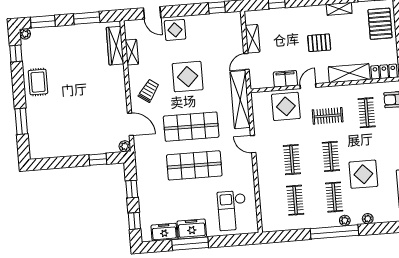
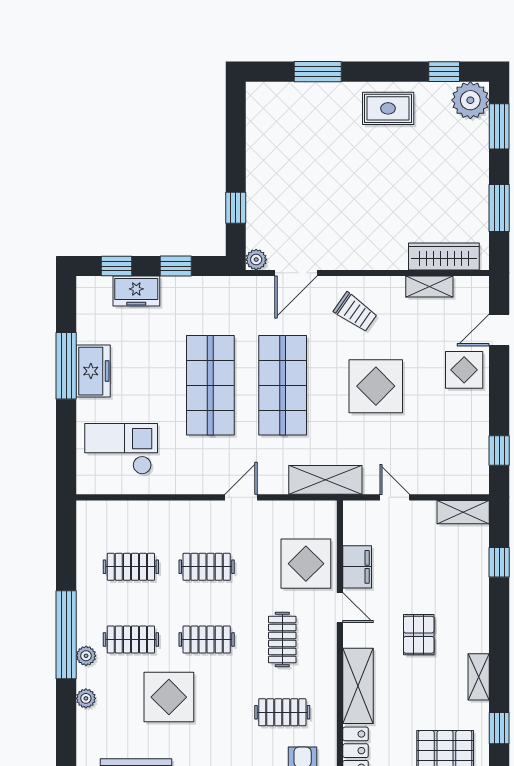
plant: (25, 34) -> (470, 100), width x1.88, depth x1.88
shelving: (253, 39) -> (463, 512), moved
shelving: (240, 100) -> (325, 480), width x0.68
freezer: (164, 232) -> (136, 291), moved, turned 90

